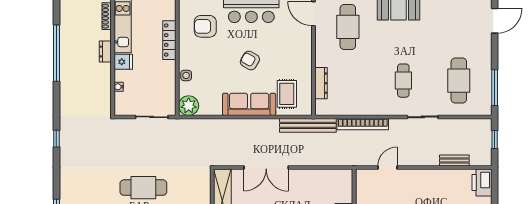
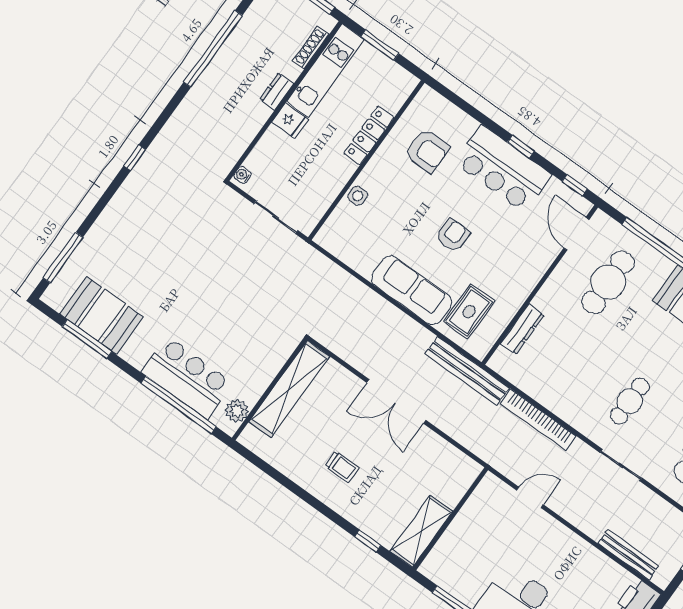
armchair: (205, 26) -> (427, 151), turned 180
armchair: (250, 60) -> (453, 235), turned 61
water cooler: (119, 87) -> (242, 175), moved
plant: (189, 106) -> (333, 237), removed
bench: (454, 160) -> (628, 555), width x1.36
double door: (266, 167) -> (396, 401), moved
cafe table: (143, 188) -> (201, 300), removed

